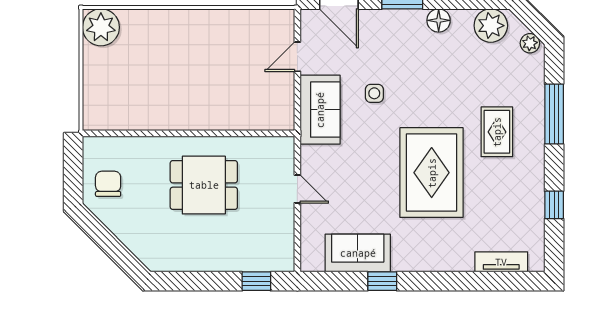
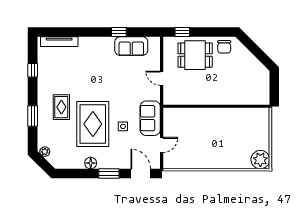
plant: (491, 26) -> (64, 160), removed
window: (554, 114) -> (33, 116), width x0.69
rug: (432, 173) -> (93, 124), moved
chair: (108, 184) -> (224, 47), moved
dining table: (204, 185) -> (195, 55), moved
tv unit: (501, 262) -> (59, 42), width x1.41

